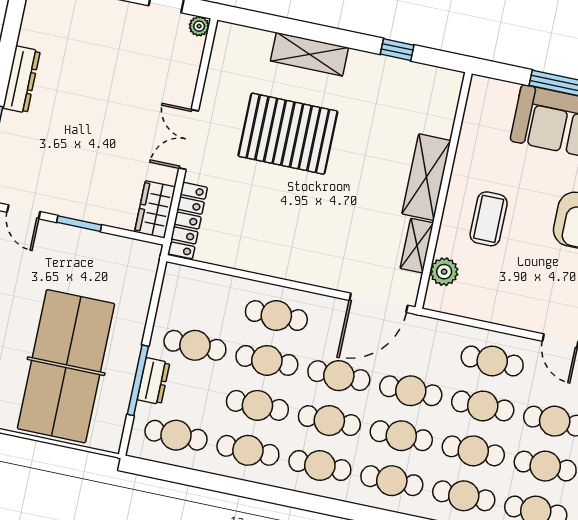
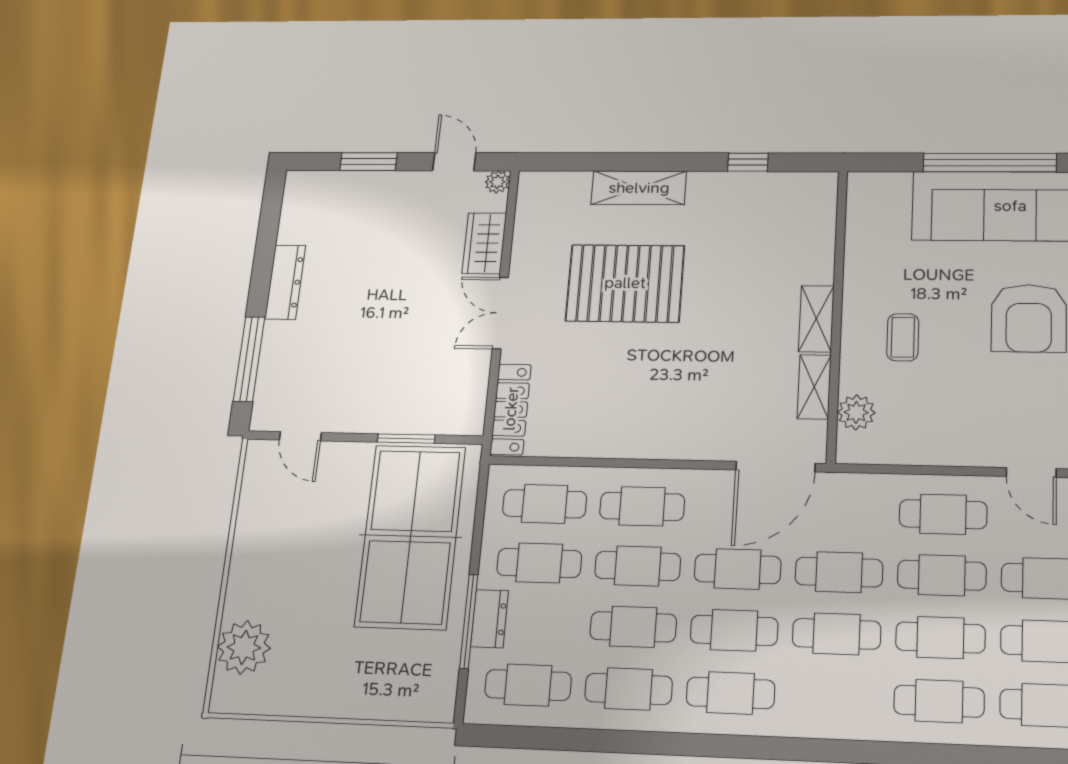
shelving: (426, 177) -> (816, 319), width x0.67, depth x0.75
wardrobe: (155, 209) -> (484, 243), moved
coffee table: (489, 219) -> (903, 337), width x0.73, depth x0.77
window: (79, 224) -> (406, 439), moved
table tennis table: (66, 366) -> (410, 536), moved
cafe table: (392, 481) -> (545, 504), moved

